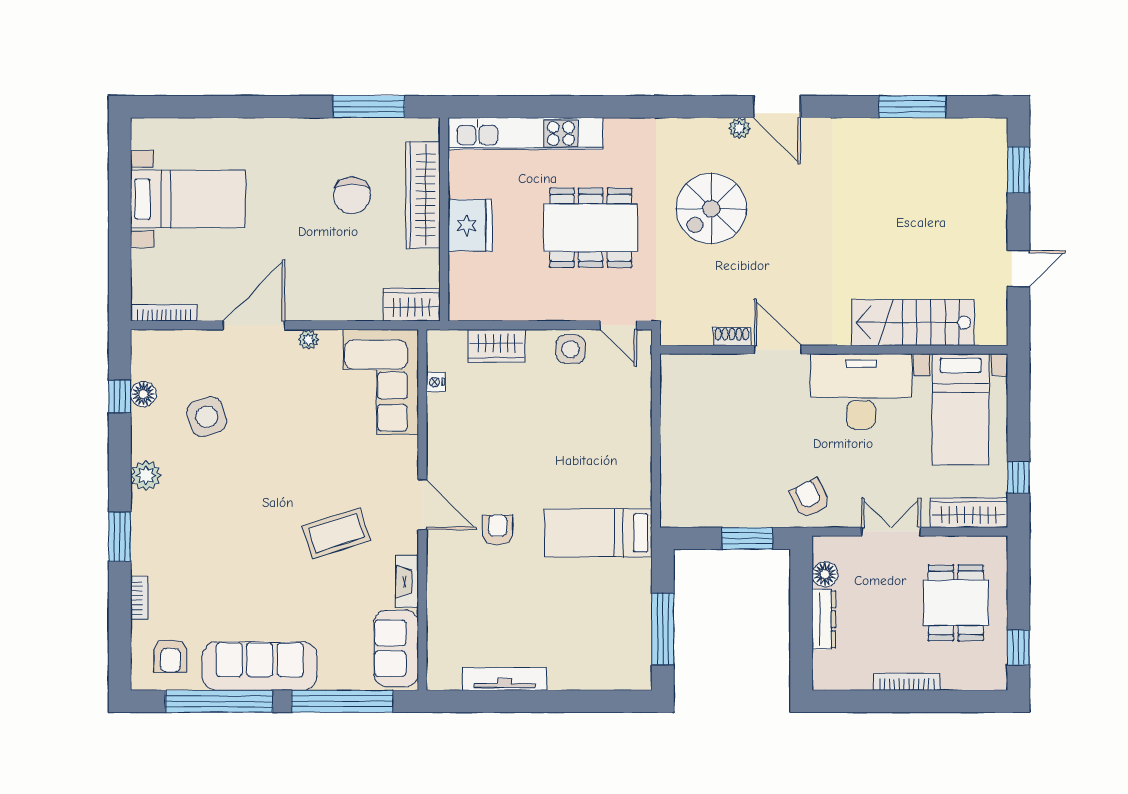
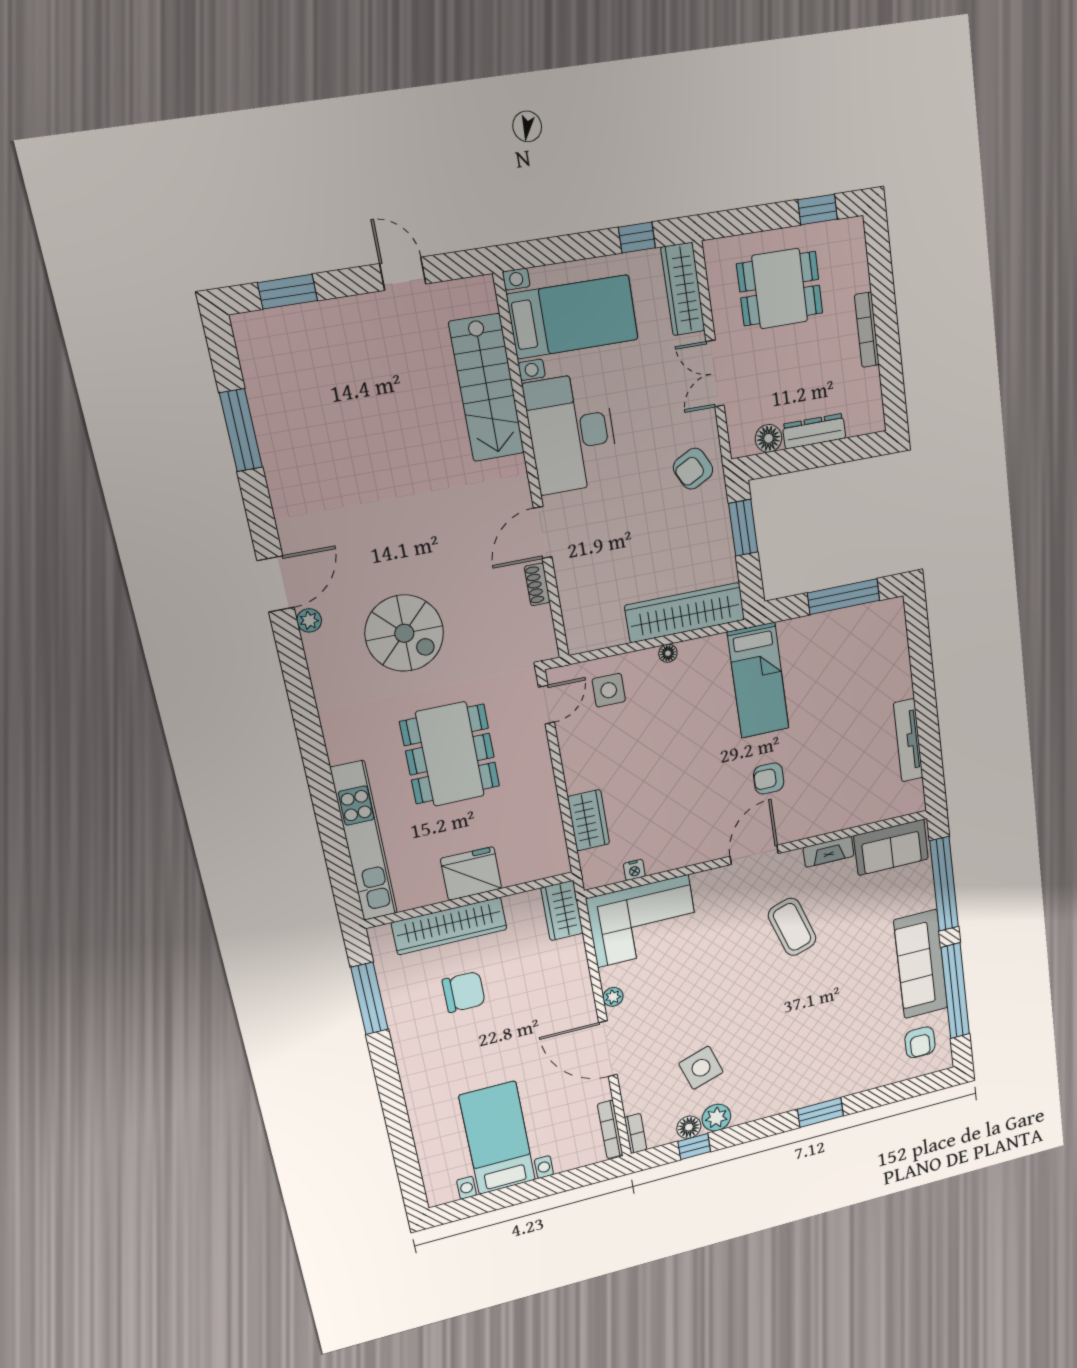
side table: (571, 349) -> (609, 690), moved
floor lamp: (643, 448) -> (668, 653), added
wardrobe: (678, 471) -> (685, 613), added
plant: (146, 475) -> (716, 1118), moved
bookcase: (139, 598) -> (636, 1134), moved, turned 90
armchair: (170, 656) -> (920, 1042), turned 90

